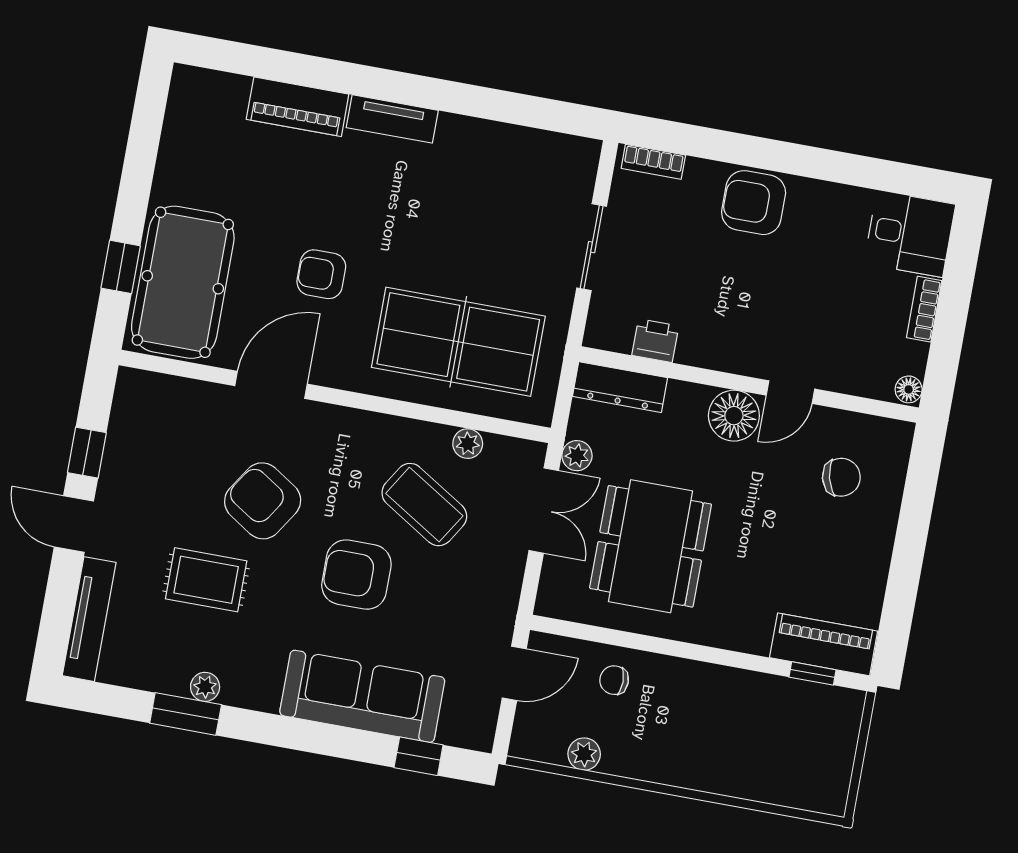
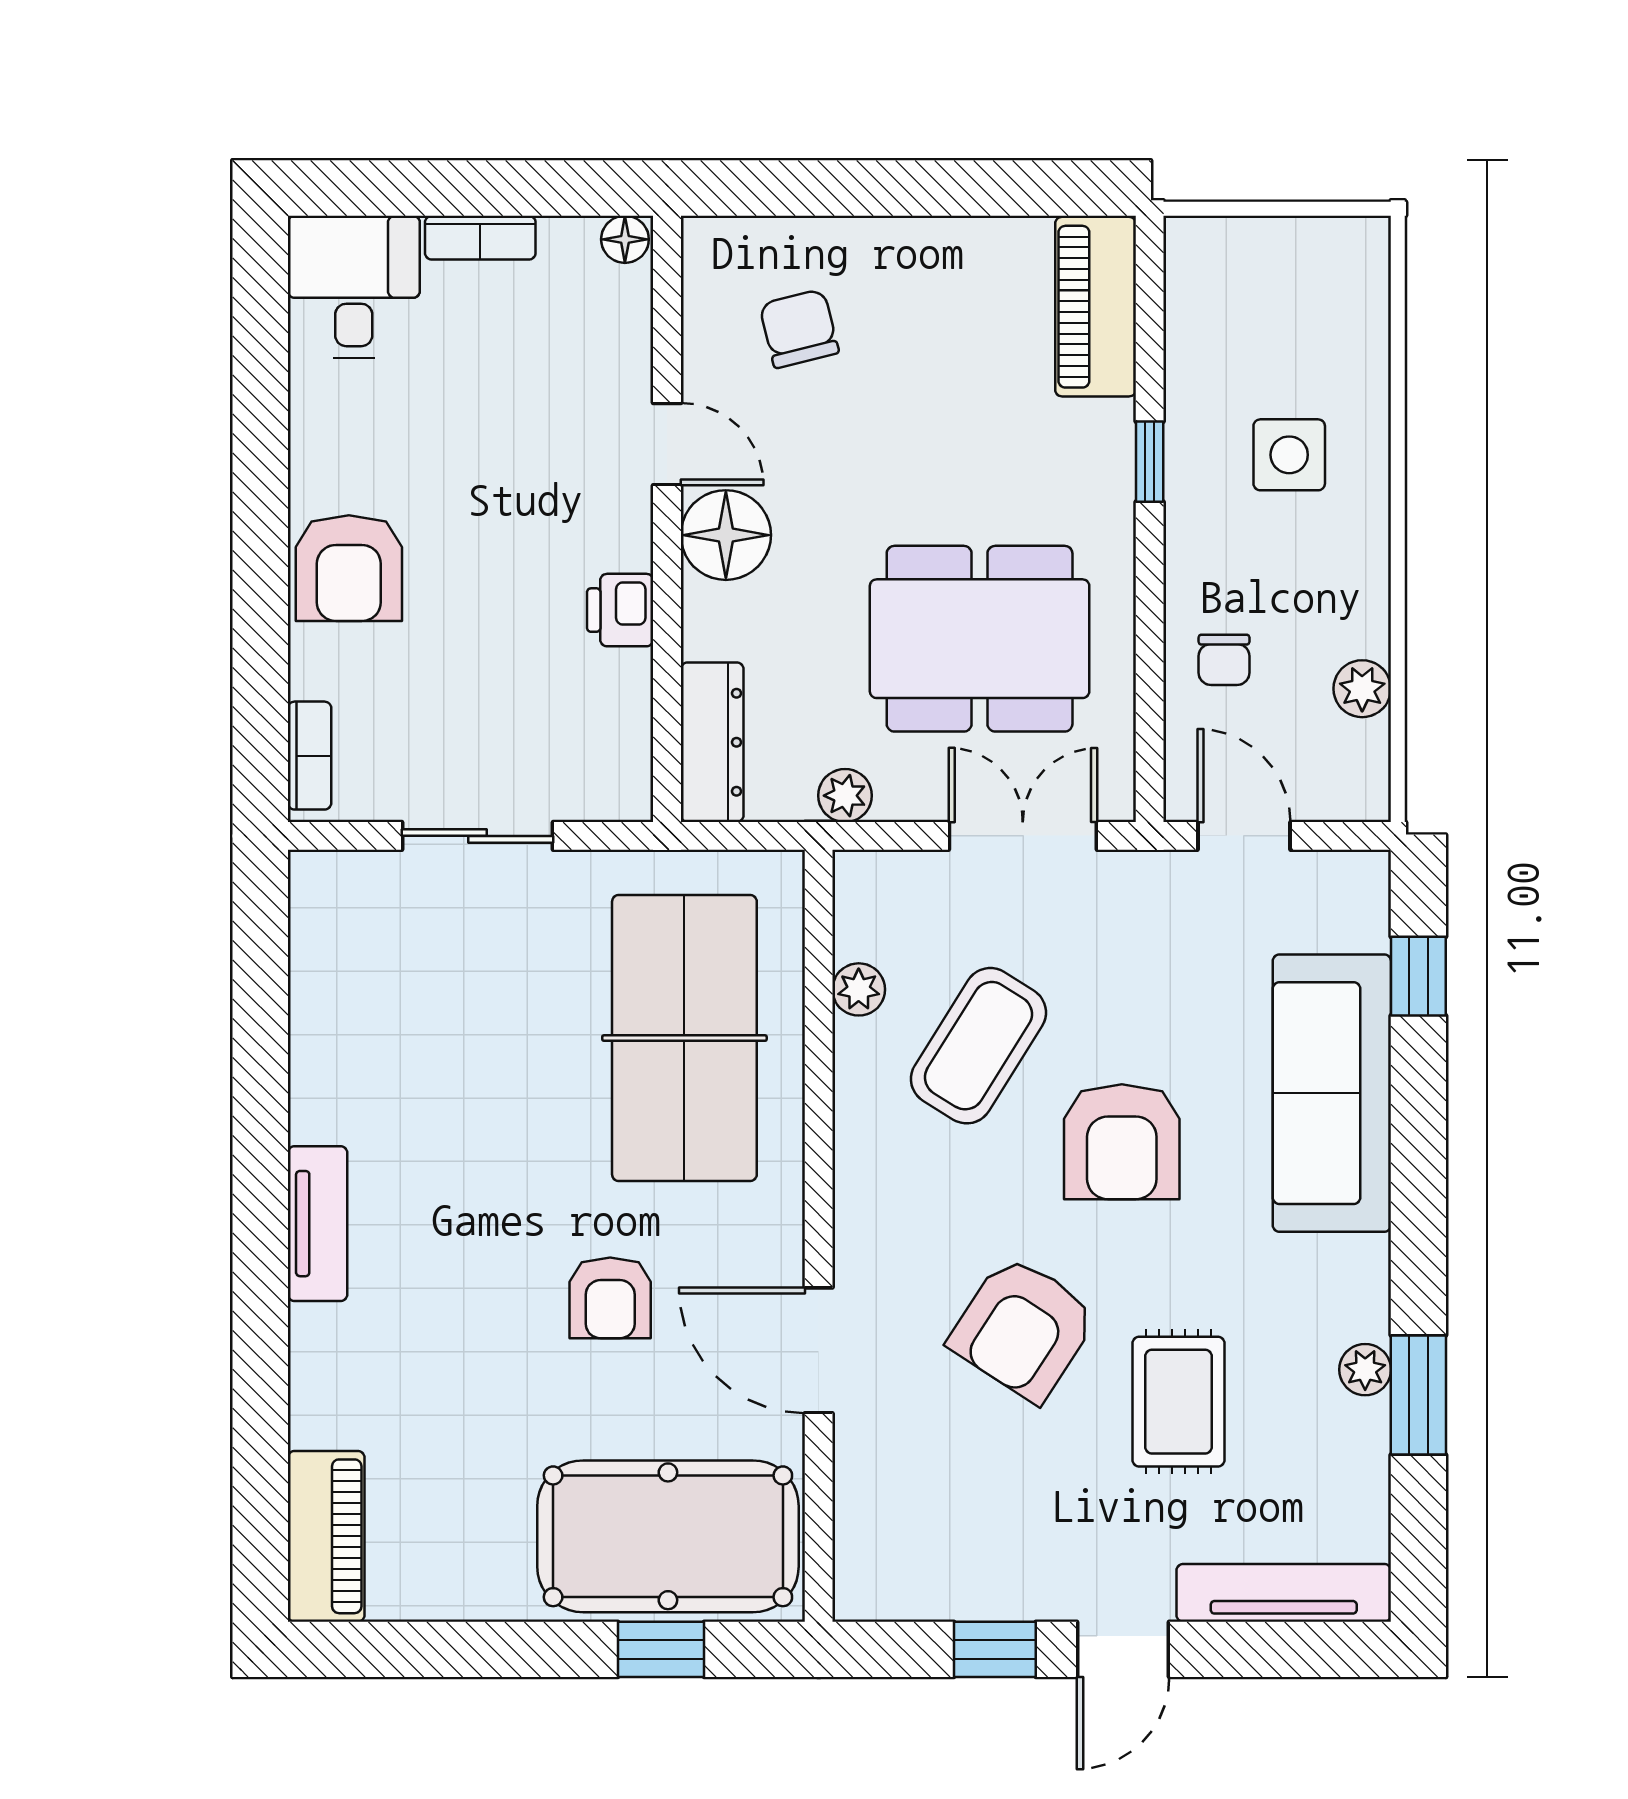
piano: (298, 107) -> (326, 1536), moved
printer: (655, 341) -> (620, 610), moved
double door: (544, 511) -> (1023, 836), moved
window: (812, 673) -> (1150, 462), moved
side table: (722, 737) -> (1289, 455), added

